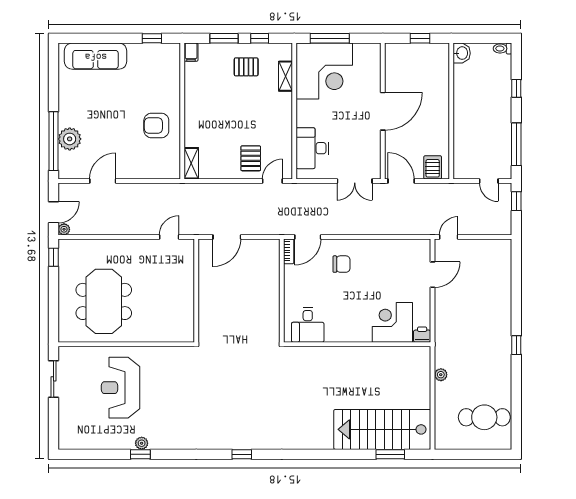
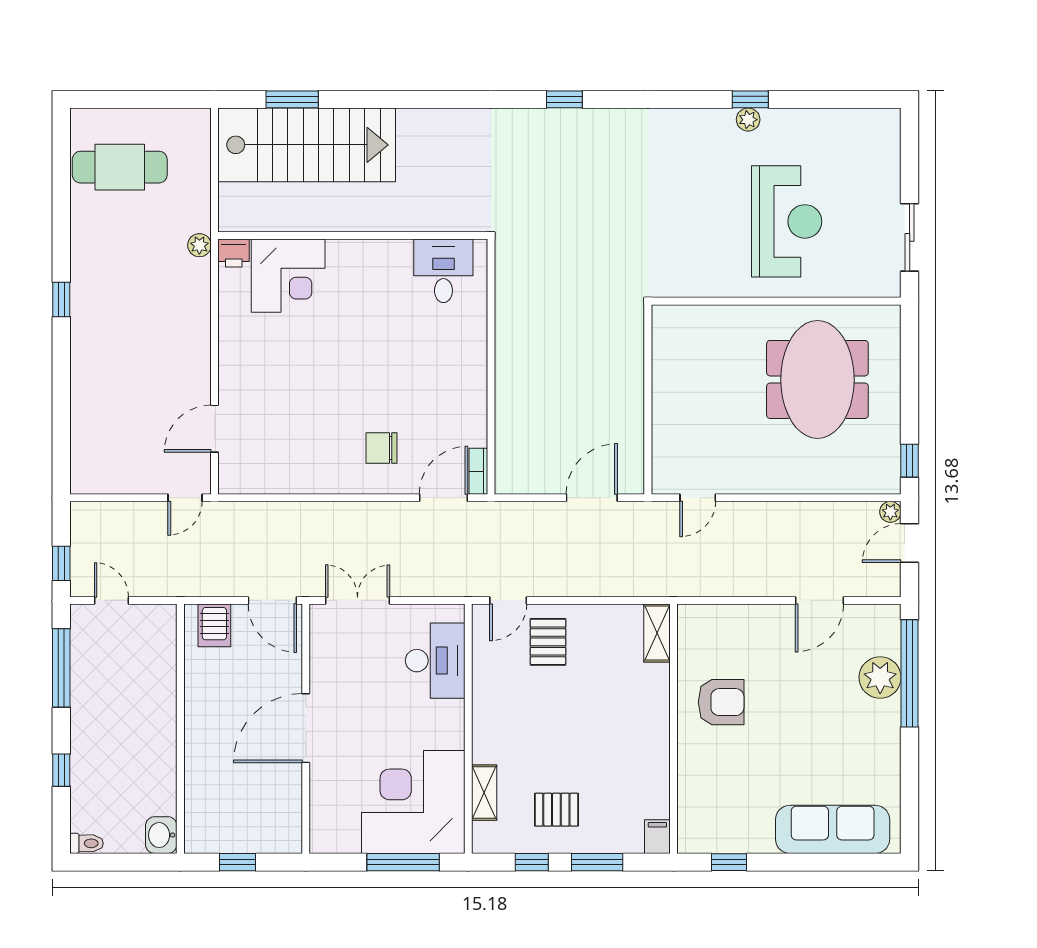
corner desk: (392, 322) -> (288, 276), moved
desk: (308, 325) -> (443, 271), moved
printer: (422, 335) -> (234, 253), moved
wall: (357, 344) -> (353, 236), moved

